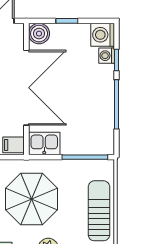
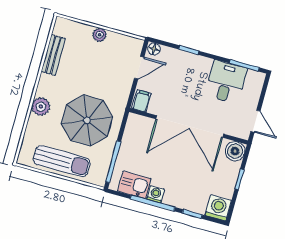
washing machine: (107, 56) -> (156, 194), moved
kitchen sink: (44, 144) -> (134, 185), moved, turned -90
parasol: (32, 199) -> (87, 120), moved

